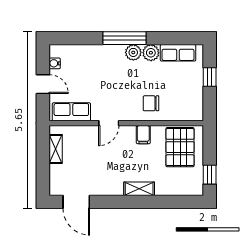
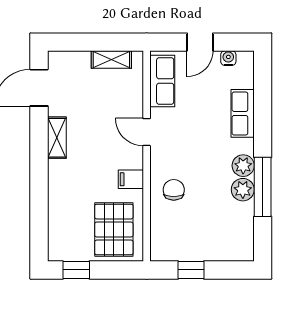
window: (124, 38) -> (263, 187), moved
row of seats: (178, 53) -> (243, 113), moved
window: (210, 77) -> (191, 270), moved
pallet: (180, 147) -> (114, 229), turned 90
shelving: (139, 189) -> (57, 138), moved

